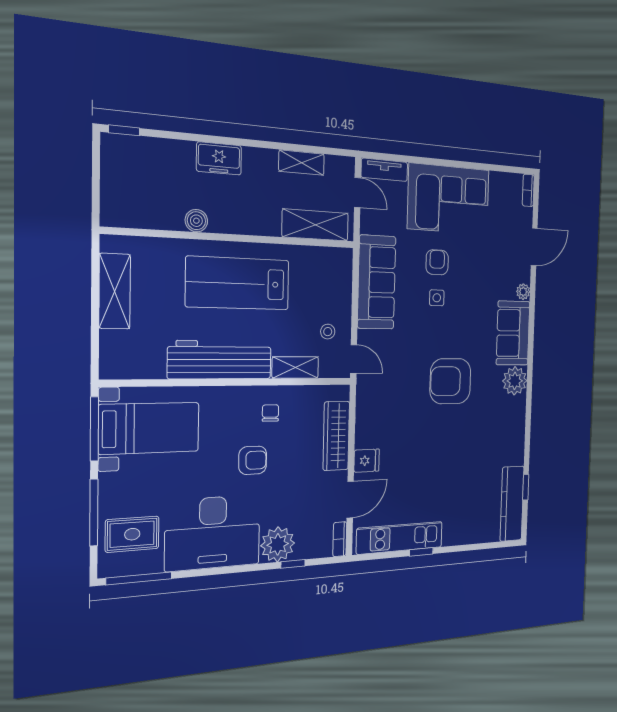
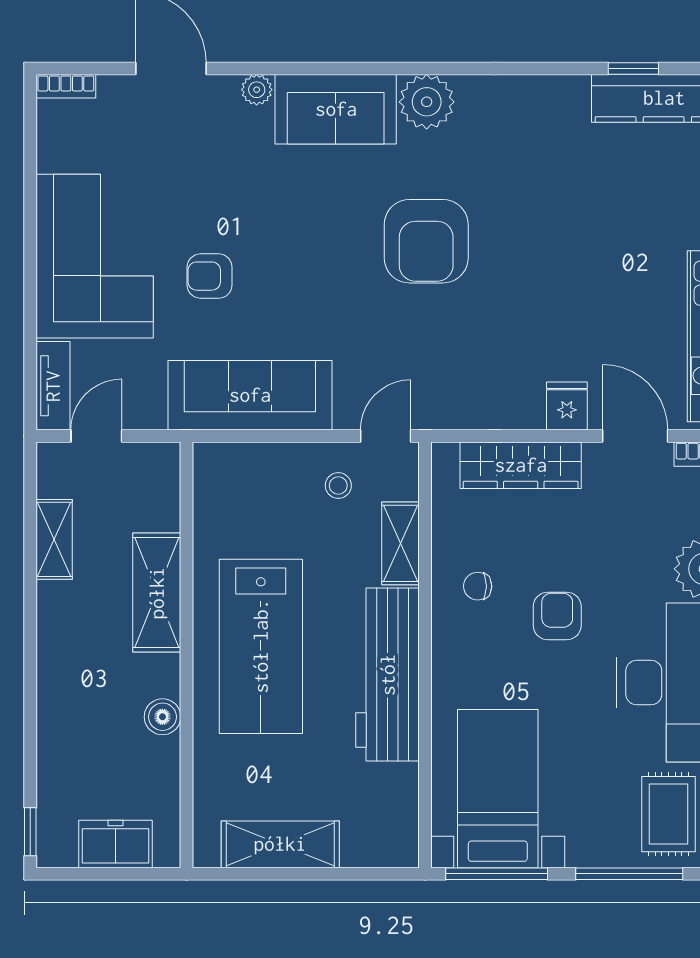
freezer: (219, 158) -> (115, 844), moved, turned -90
shelving: (315, 225) -> (157, 593), moved
side table: (437, 298) -> (274, 275), removed

